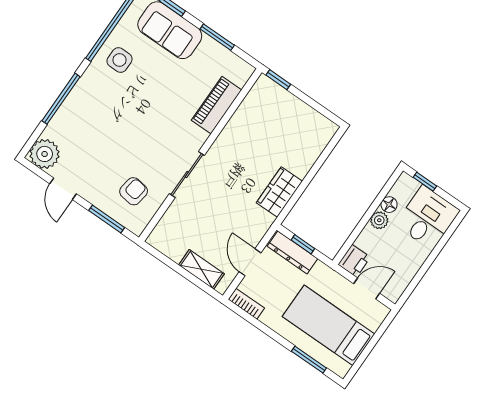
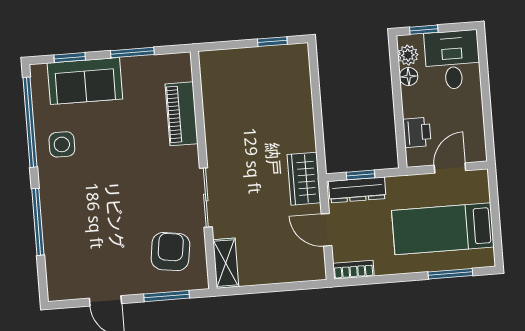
window: (278, 80) -> (272, 42), moved
plant: (45, 154) -> (64, 283), removed
armchair: (134, 191) -> (170, 252), width x1.38, depth x1.38
wardrobe: (279, 192) -> (304, 179), moved
plant: (379, 220) -> (408, 55), moved
printer: (354, 261) -> (417, 132), moved
shelving: (201, 269) -> (226, 263), moved, turned 90

